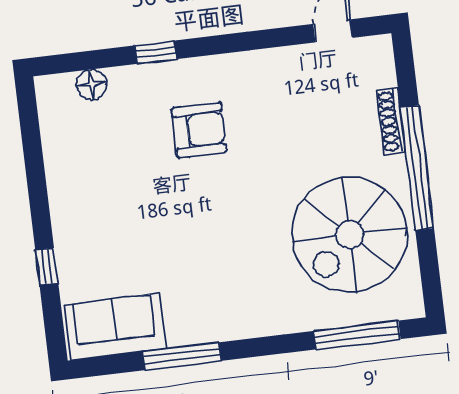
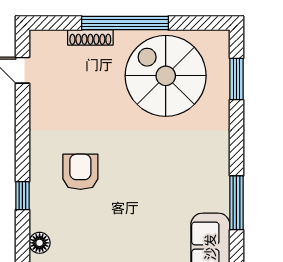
spiral stairs: (349, 234) -> (166, 76), turned 180
window: (357, 335) -> (236, 79), width x0.69

